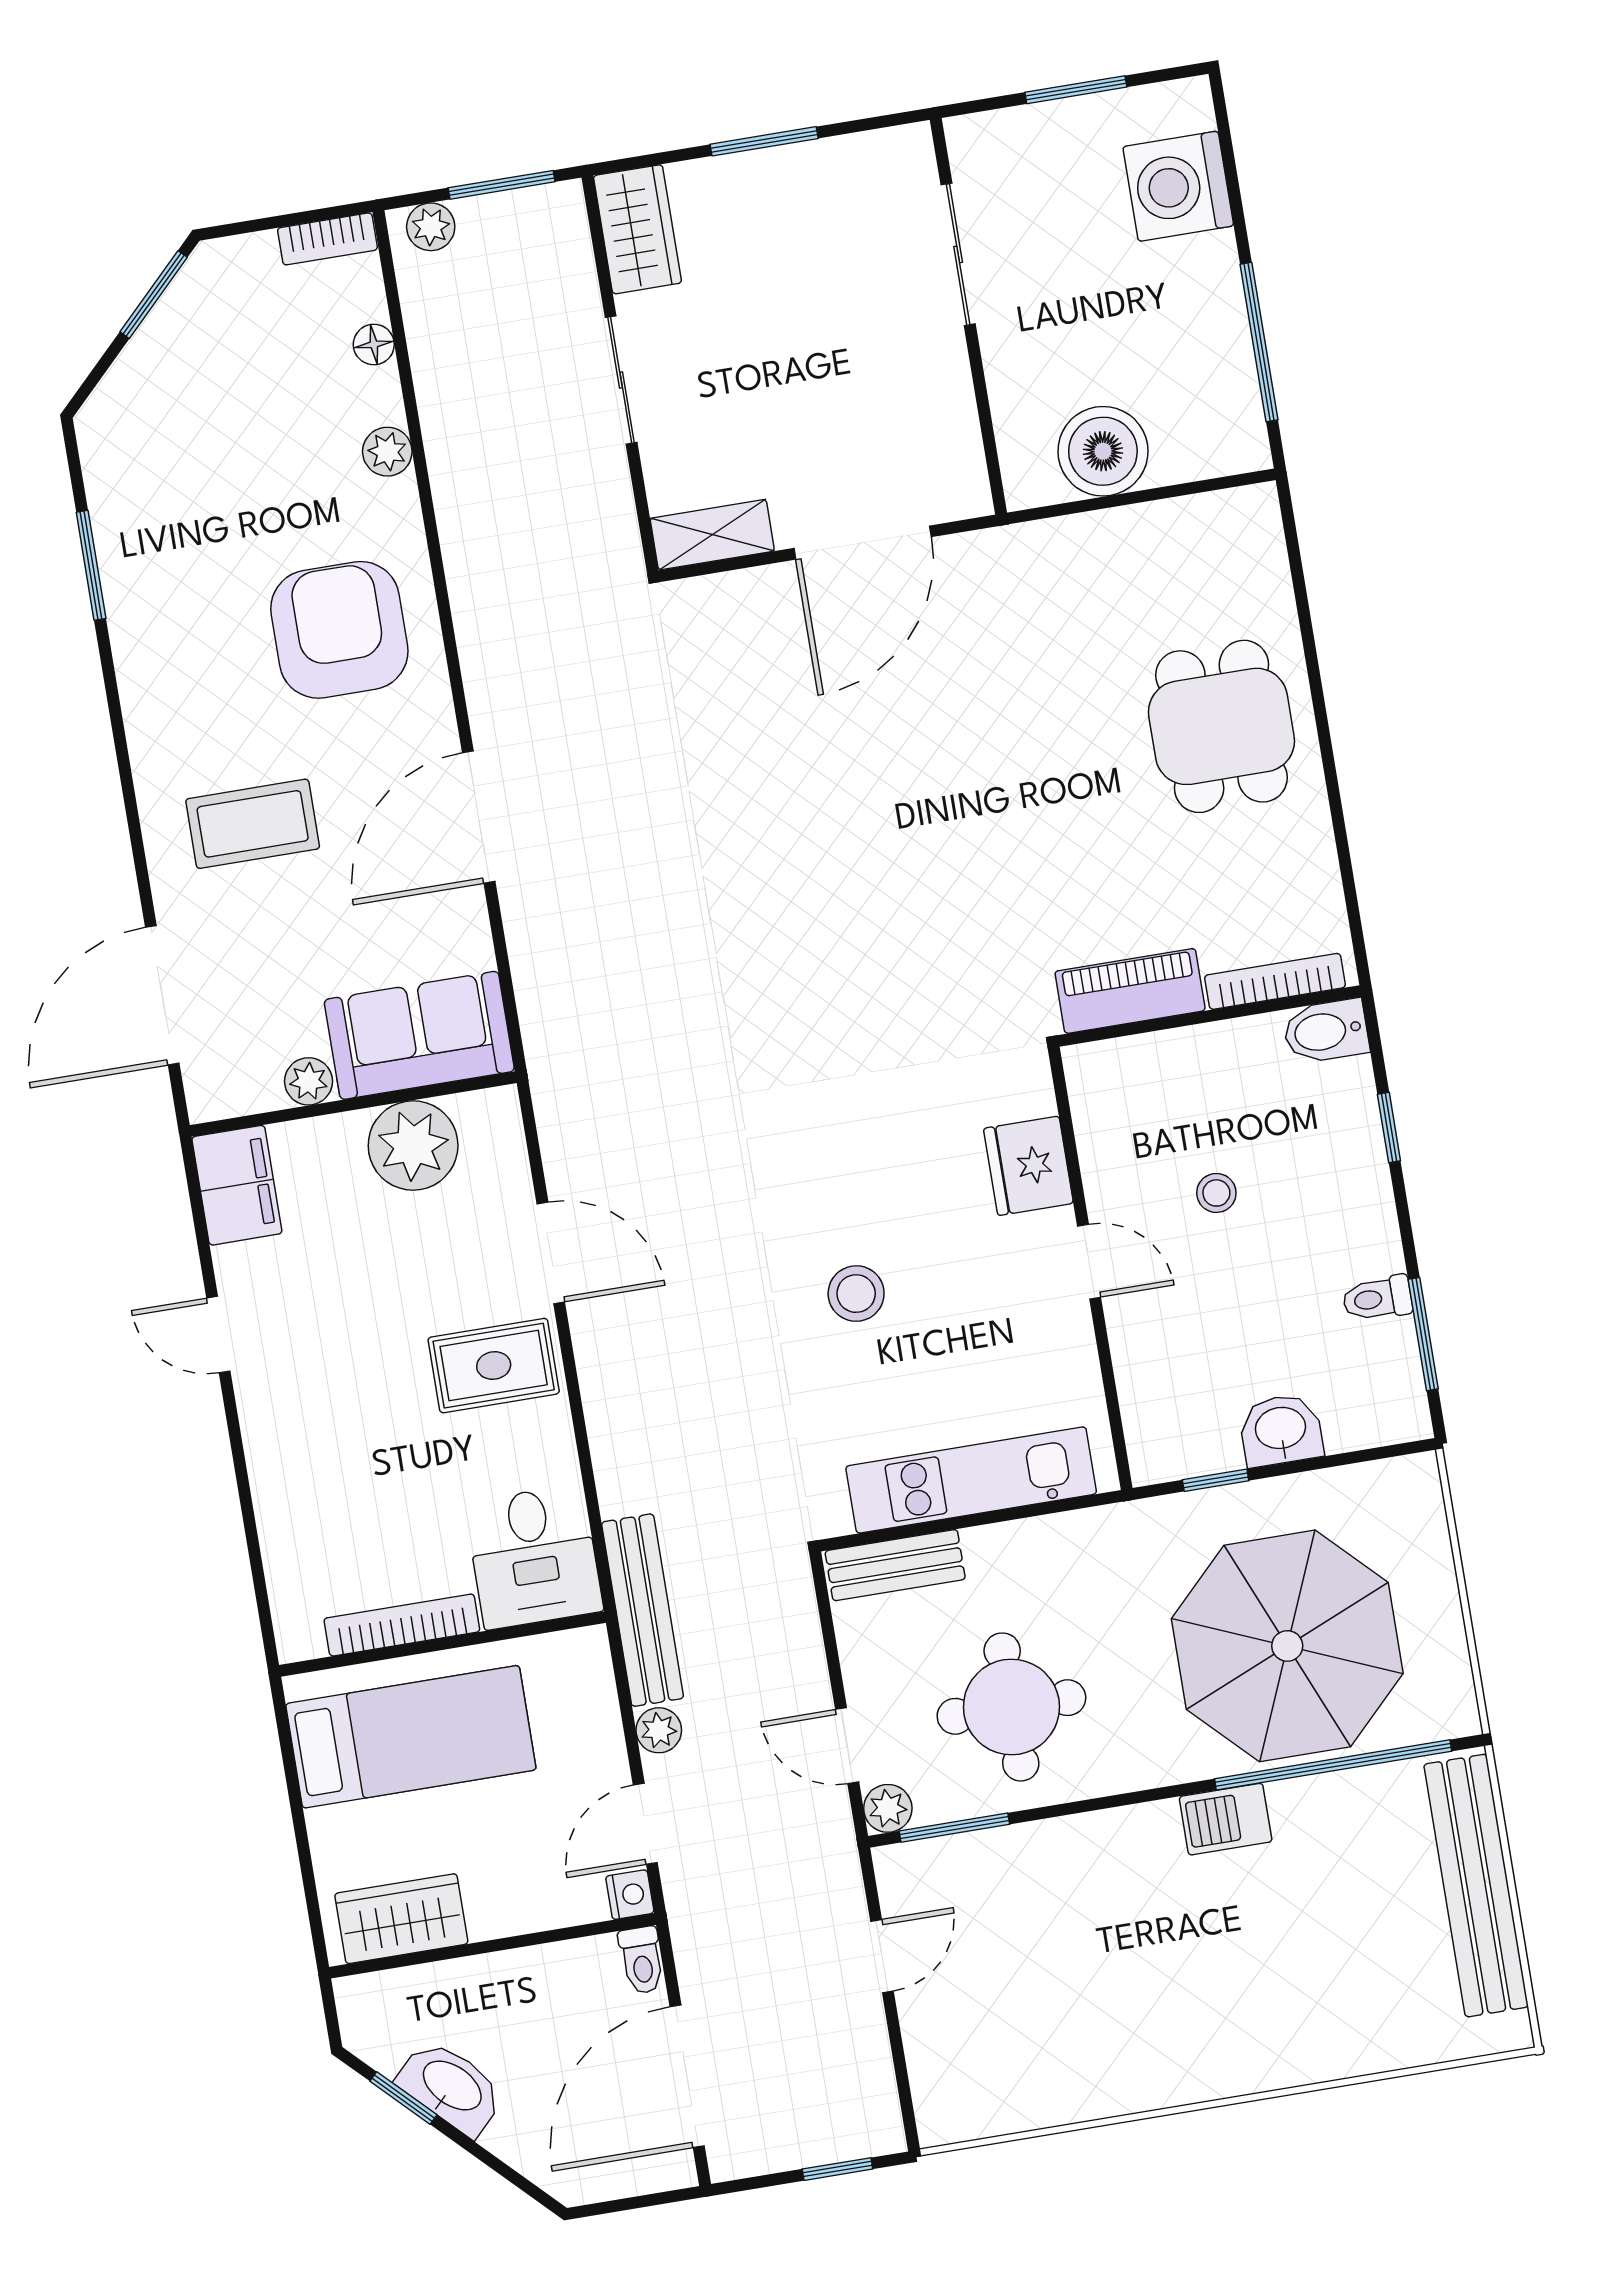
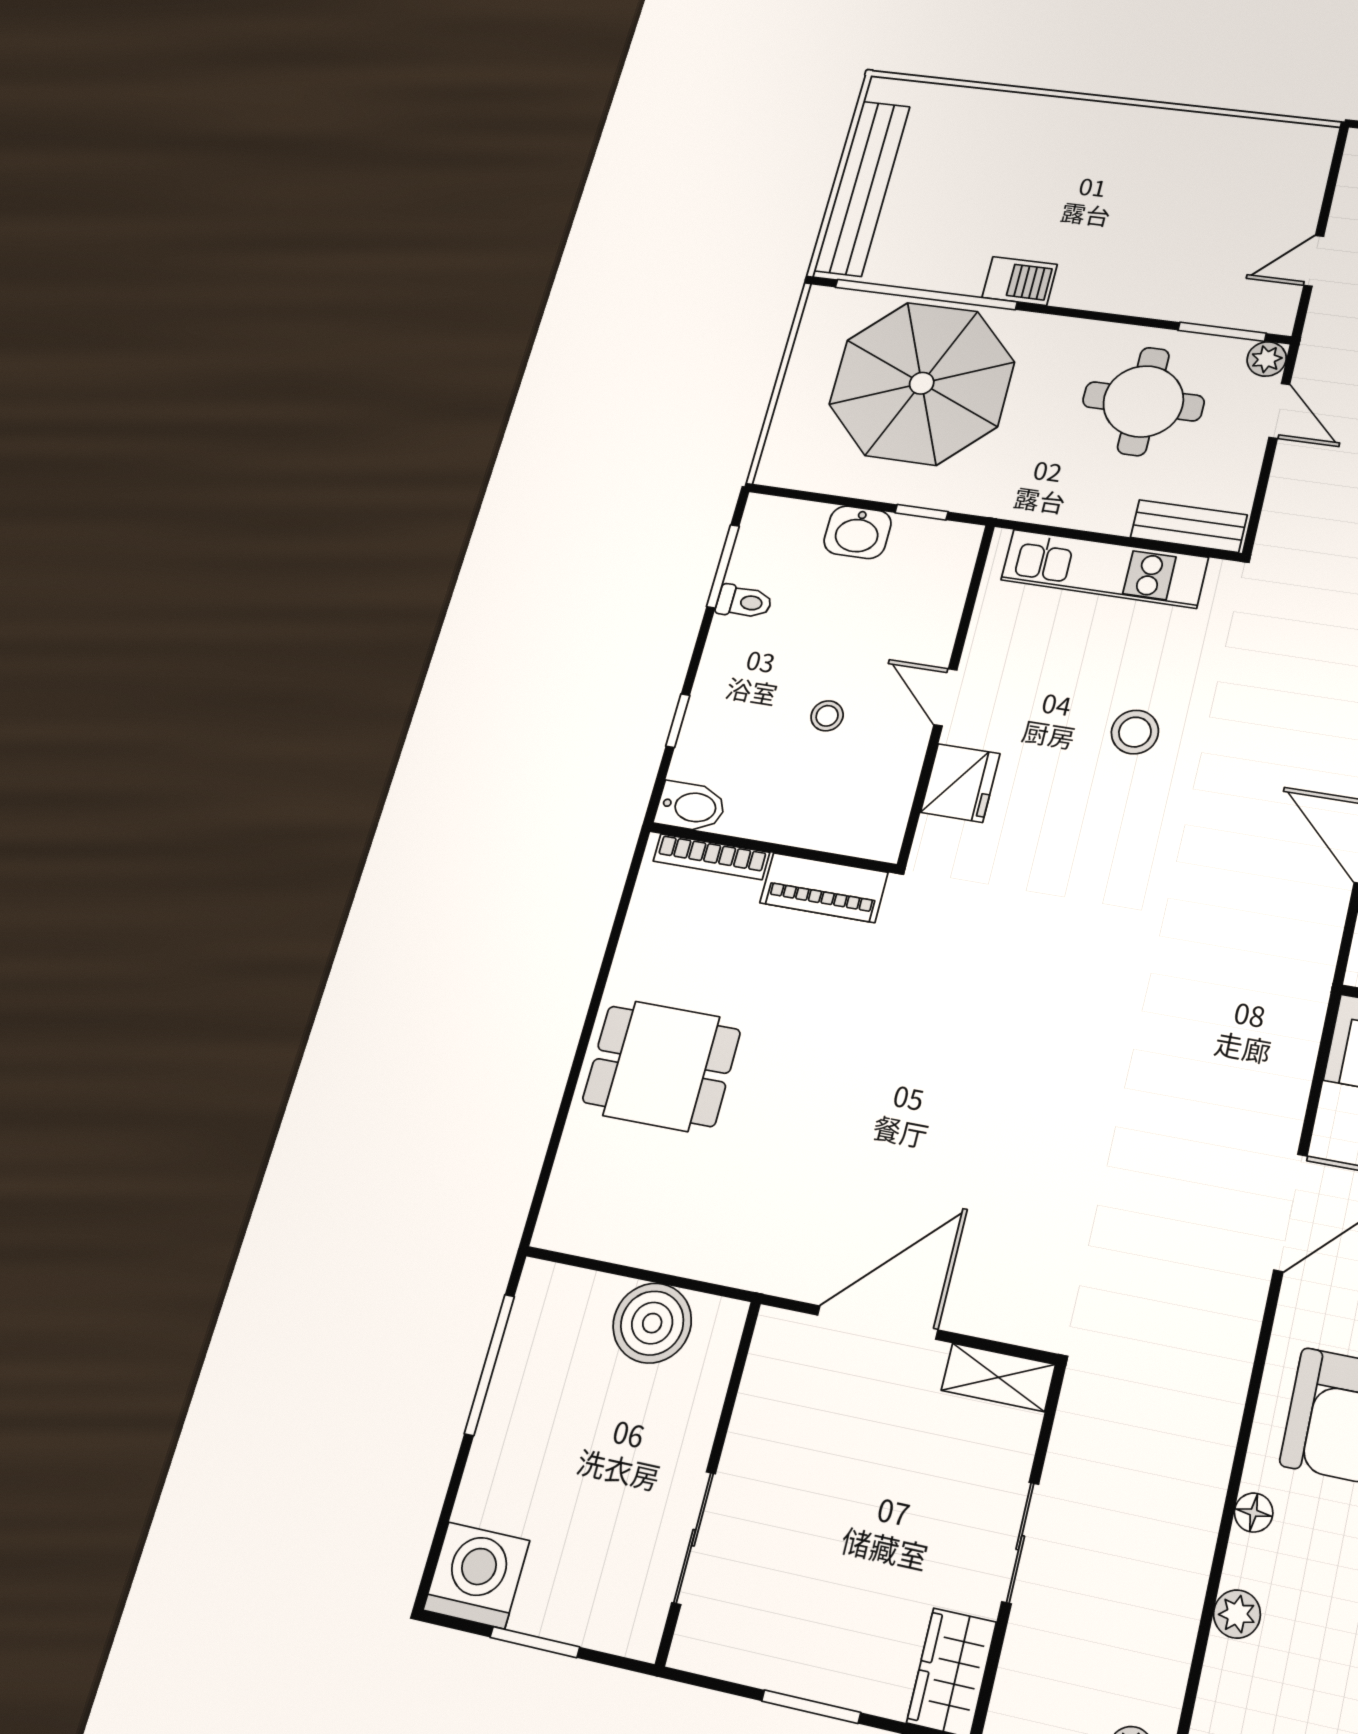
washing machine: (1178, 186) -> (476, 1575), moved, turned -90
floor lamp: (374, 344) -> (1254, 1513), moved
plant: (387, 452) -> (1237, 1614), moved
dining table: (1221, 726) -> (661, 1066), turned 90

